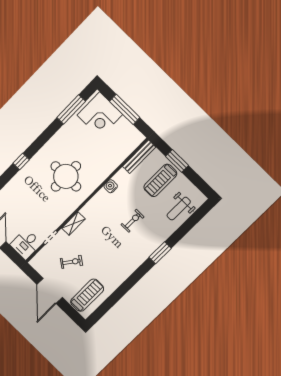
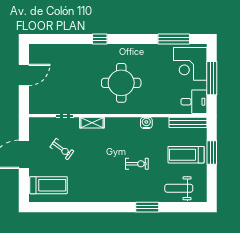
desk: (26, 244) -> (194, 102), moved, turned 180
window: (160, 253) -> (147, 207), moved

